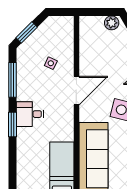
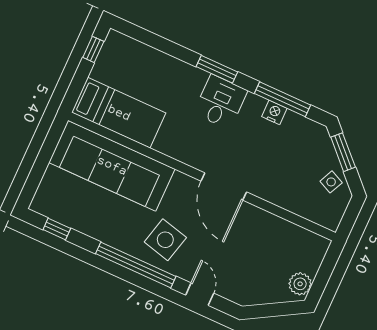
side table: (51, 63) -> (331, 182), moved
nightstand: (22, 81) -> (274, 112), added

